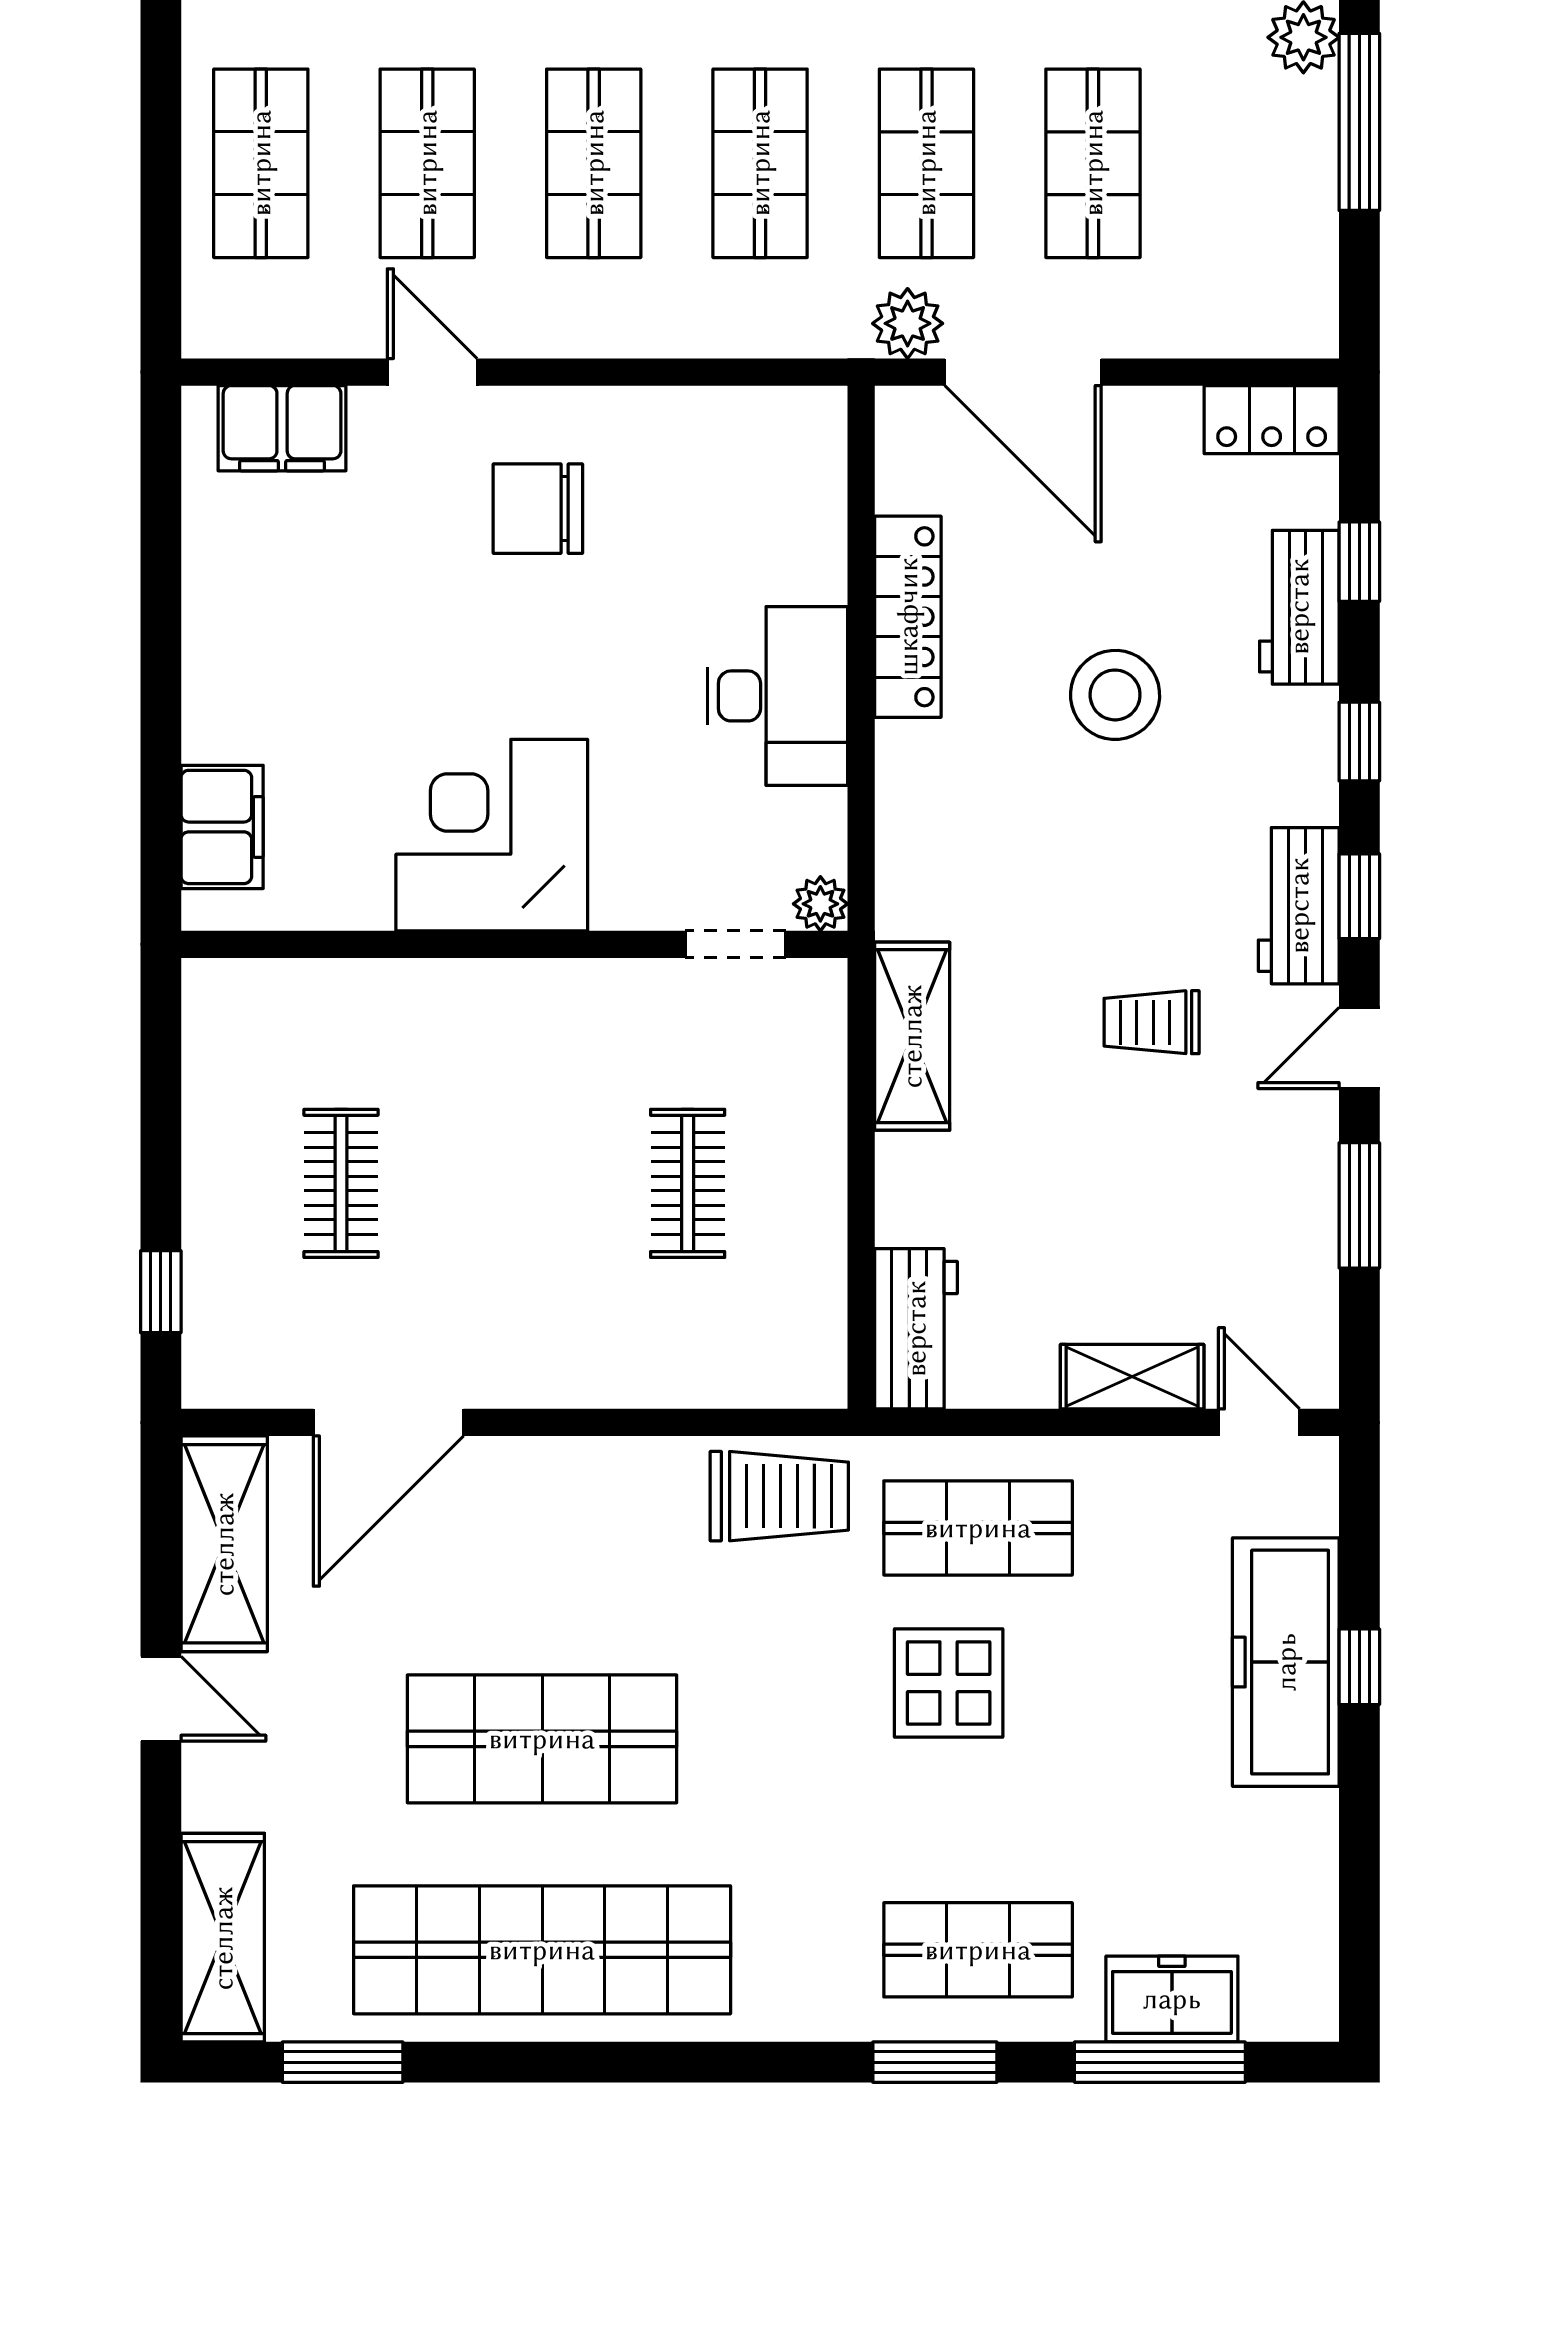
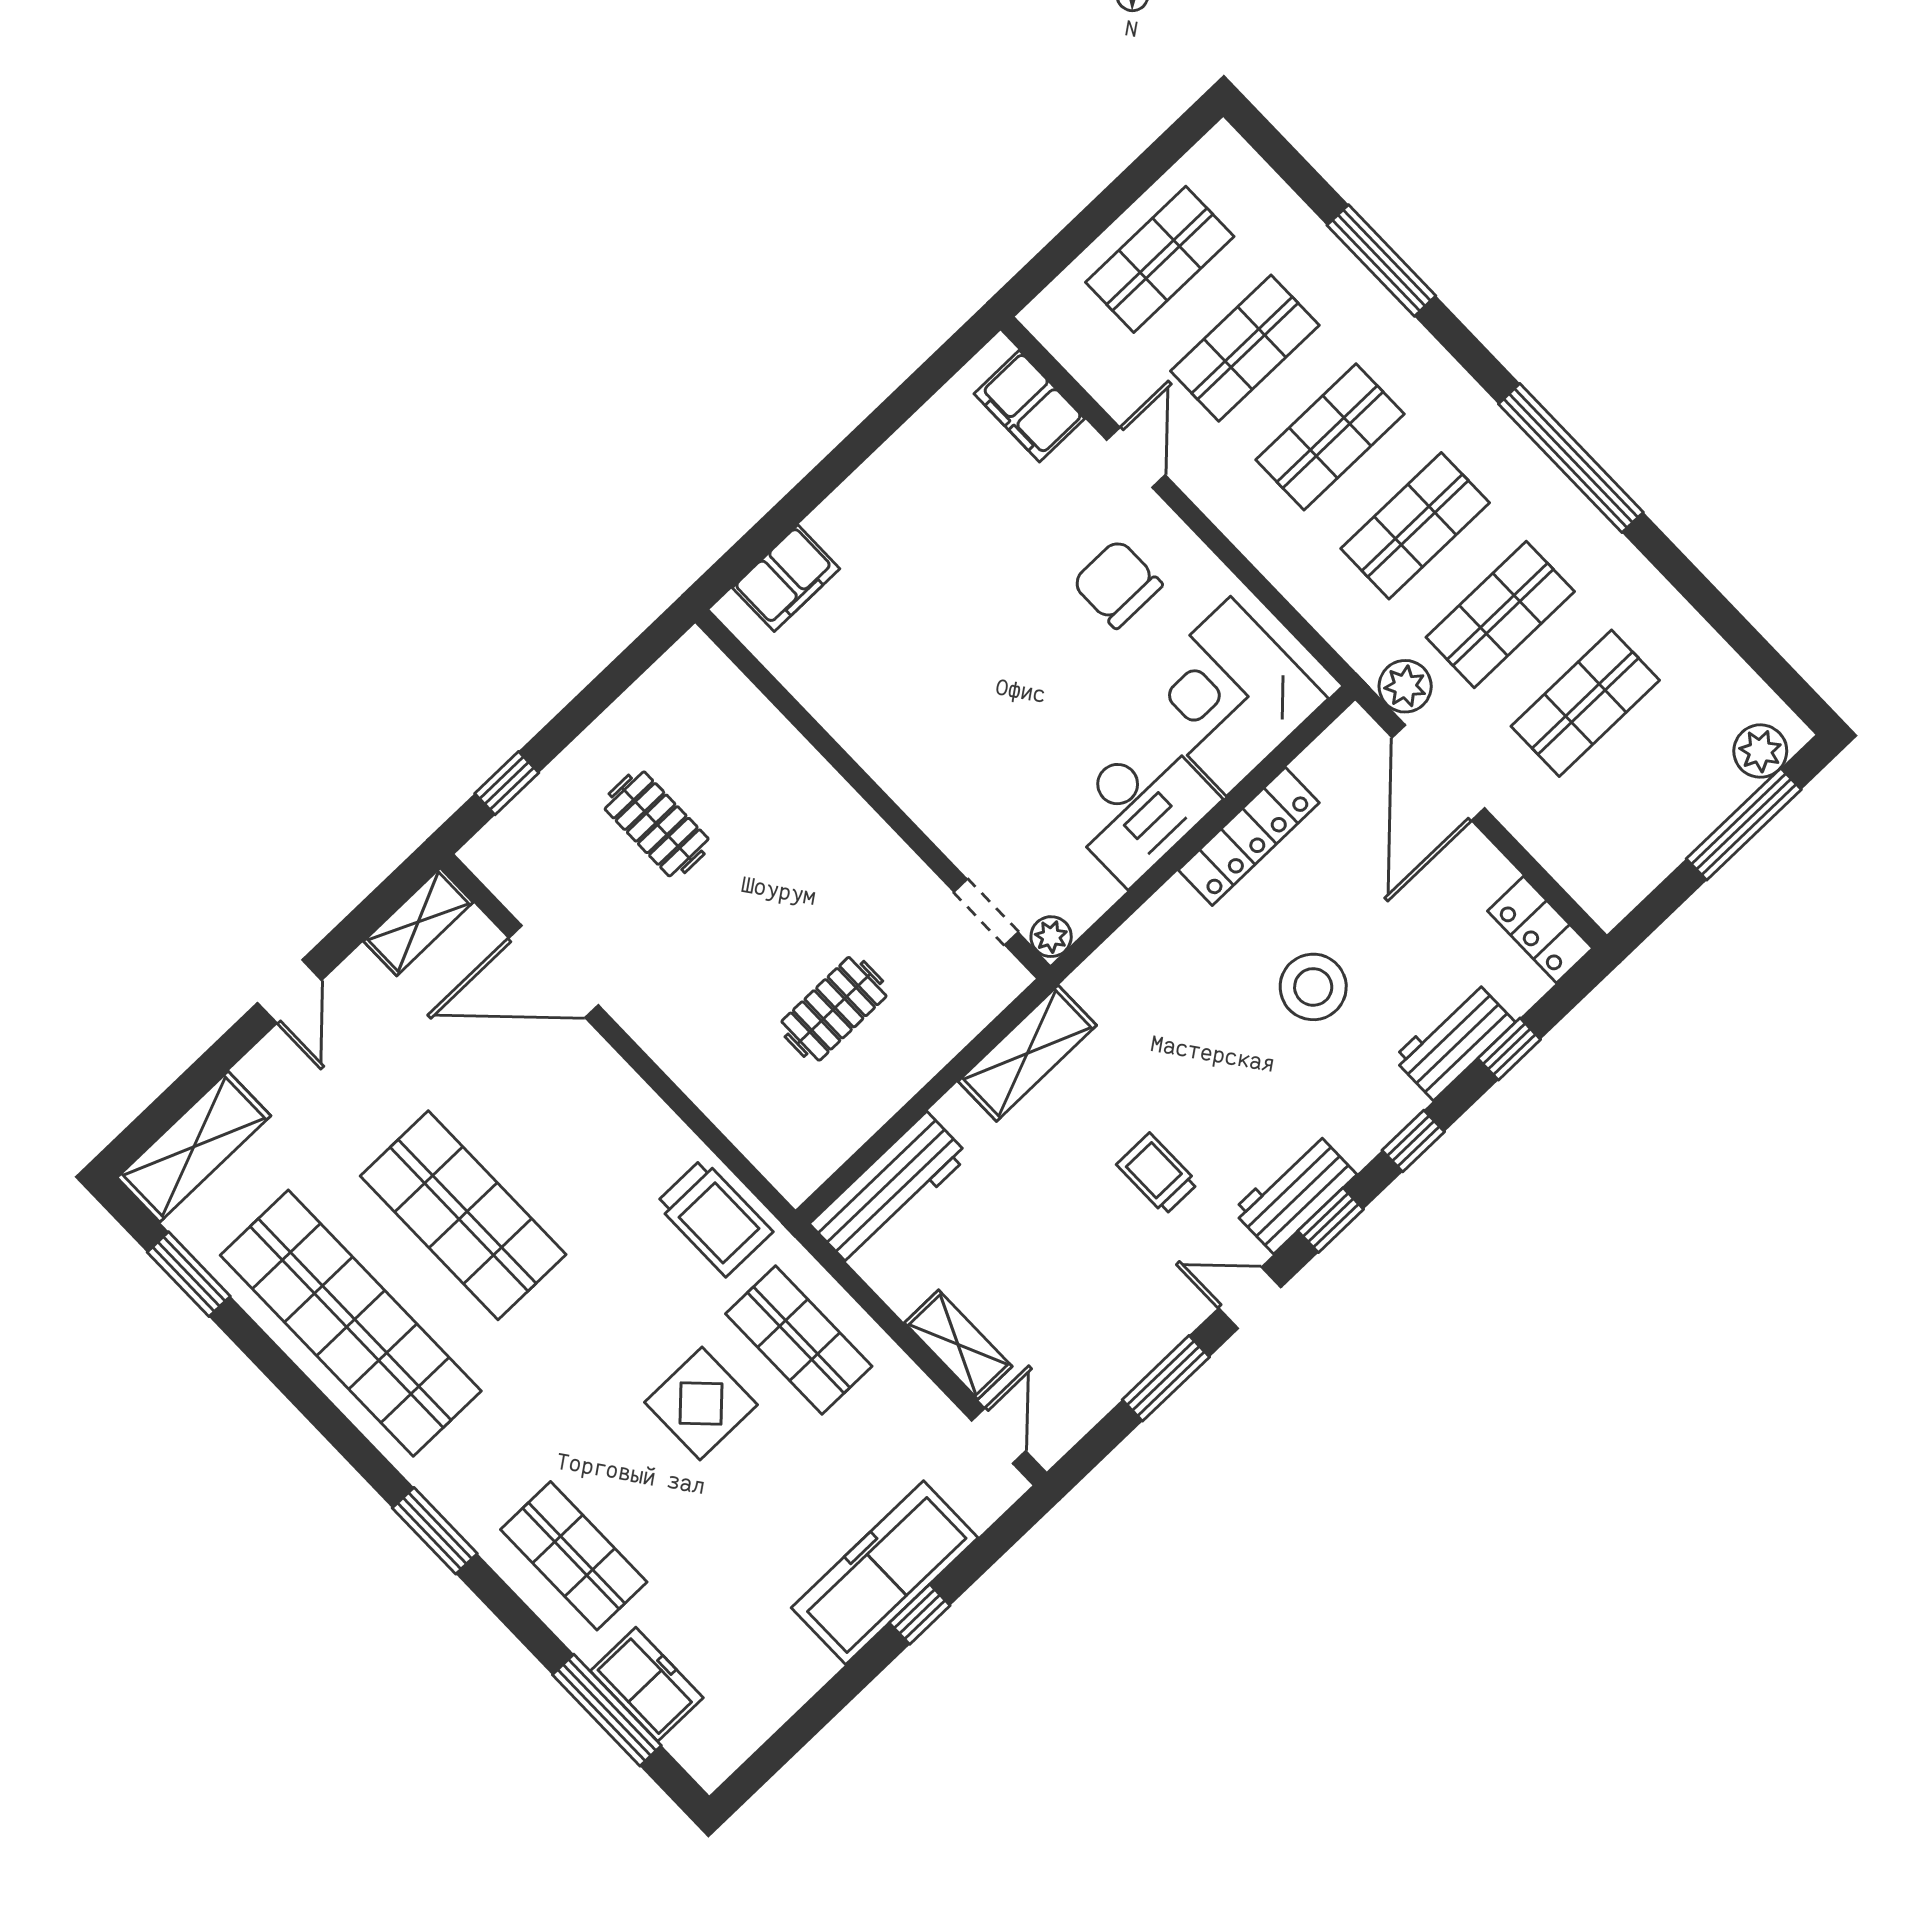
corner desk: (492, 835) -> (1228, 696), moved, turned -90
clothes rail: (341, 1183) -> (657, 824), turned 90
workbench: (916, 1329) -> (889, 1190), width x1.38
shelving: (224, 1544) -> (418, 922), width x0.67, depth x0.75
window: (935, 2062) -> (435, 1531), moved

